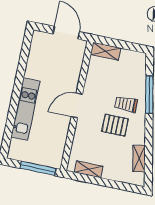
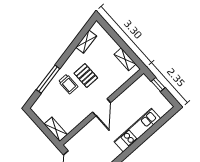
door: (77, 105) -> (102, 107), hinge flipped
window: (38, 168) -> (158, 85), width x0.46

